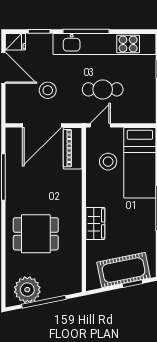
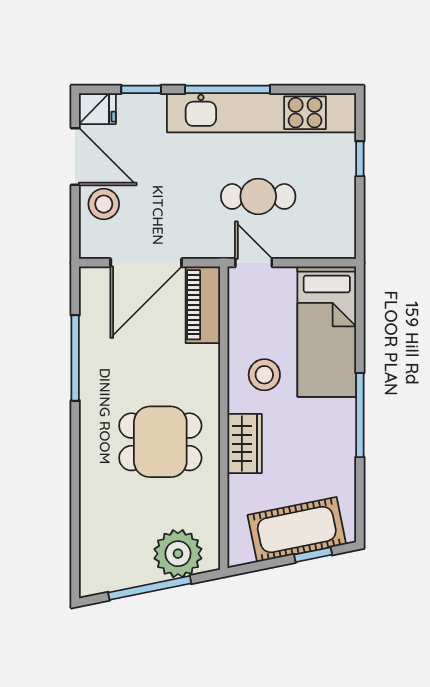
stool: (48, 90) -> (104, 204), moved
door: (100, 125) -> (254, 263), hinge flipped
stool: (108, 162) -> (264, 375), moved
dining table: (36, 234) -> (160, 442), moved
plant: (27, 290) -> (178, 554), moved

